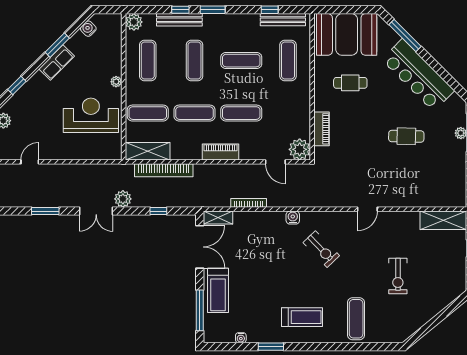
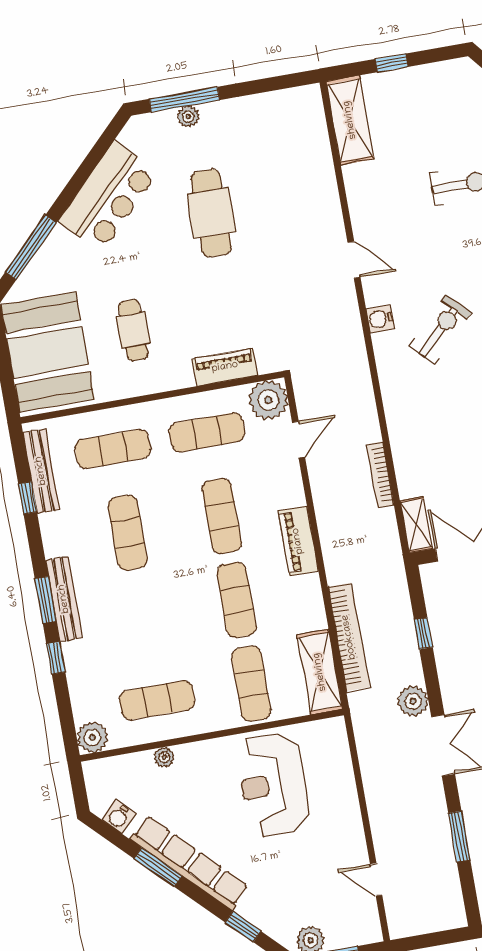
bench: (179, 20) -> (64, 599), moved
exercise mat: (194, 61) -> (207, 432), moved
row of seats: (57, 63) -> (190, 863), width x2.02
bar counter: (418, 75) -> (108, 197), width x0.73
plant: (116, 82) -> (164, 757), moved
cafe table: (406, 136) -> (211, 213), width x1.37, depth x1.35
water cooler: (293, 218) -> (380, 319), moved

